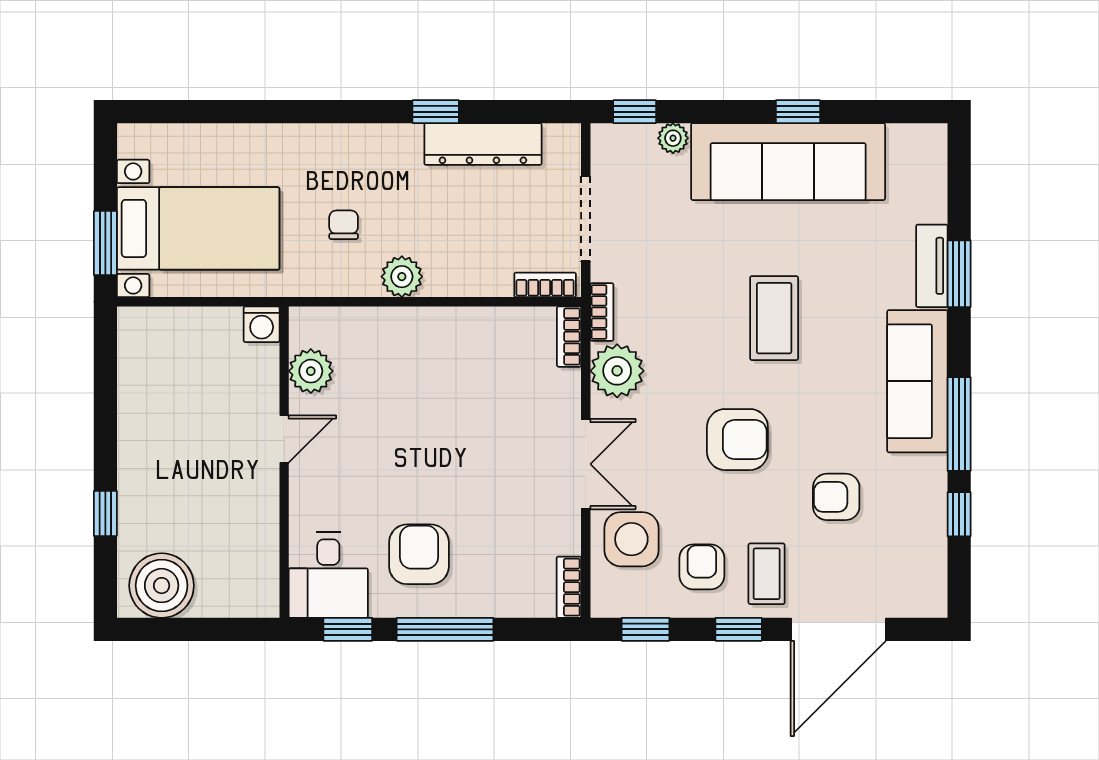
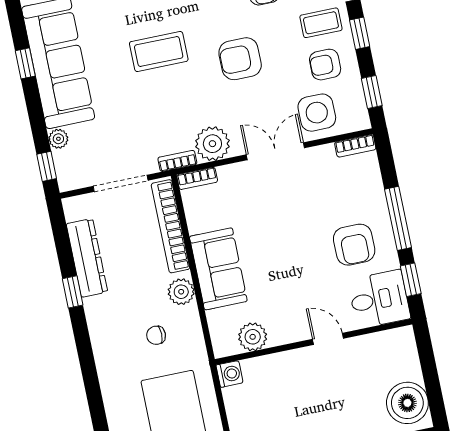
bookcase: (545, 285) -> (170, 226), width x2.31, depth x1.31
sofa: (425, 340) -> (218, 269), added
door: (284, 439) -> (328, 339), moved
armchair: (737, 440) -> (240, 59), turned -90
armchair: (419, 554) -> (354, 245), turned -90

